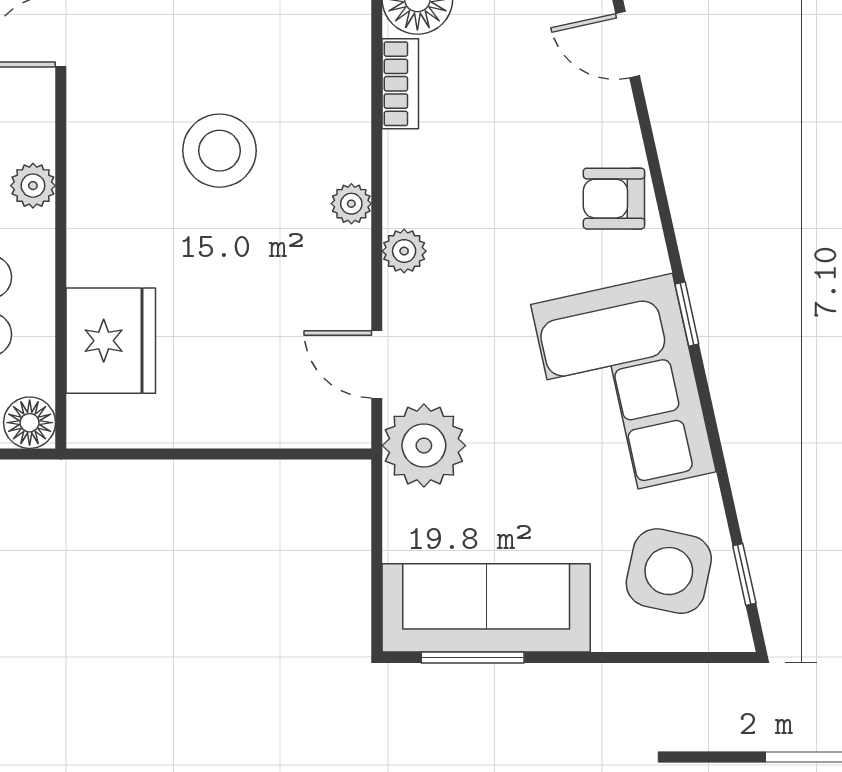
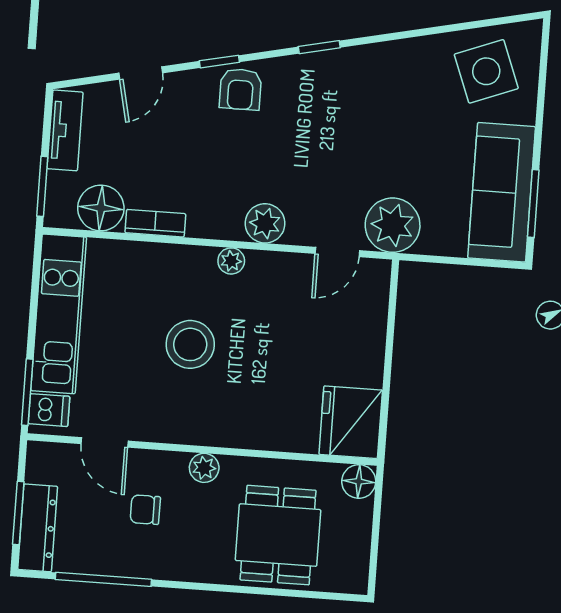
plant: (404, 251) -> (265, 223), width x1.38, depth x1.38
fridge: (111, 341) -> (351, 422), moved, turned -90
corner sofa: (623, 388) -> (365, 92), removed
side table: (669, 571) -> (486, 71), turned -33
window: (744, 574) -> (219, 62), moved

